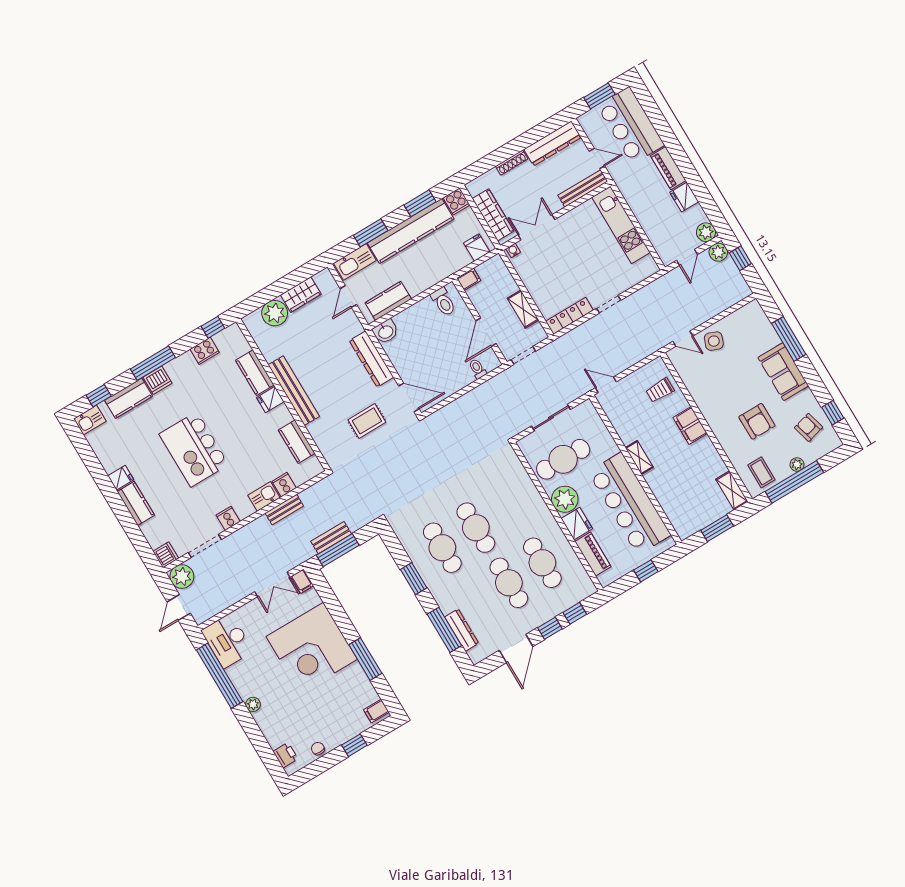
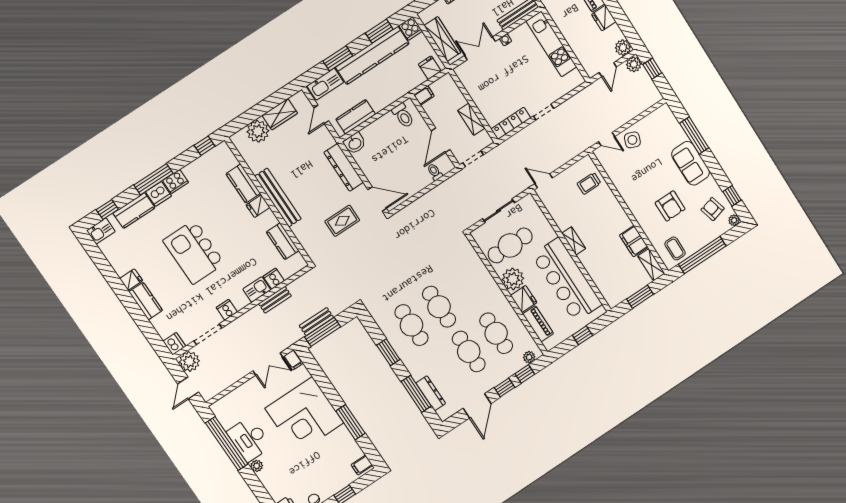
water cooler: (513, 250) -> (505, 40), moved
cooker: (205, 351) -> (175, 182), moved
filing cabinet: (690, 425) -> (634, 241), moved
plant: (797, 464) -> (734, 220), moved
plant: (581, 593) -> (529, 357), added
desk: (227, 641) -> (249, 439), moved

